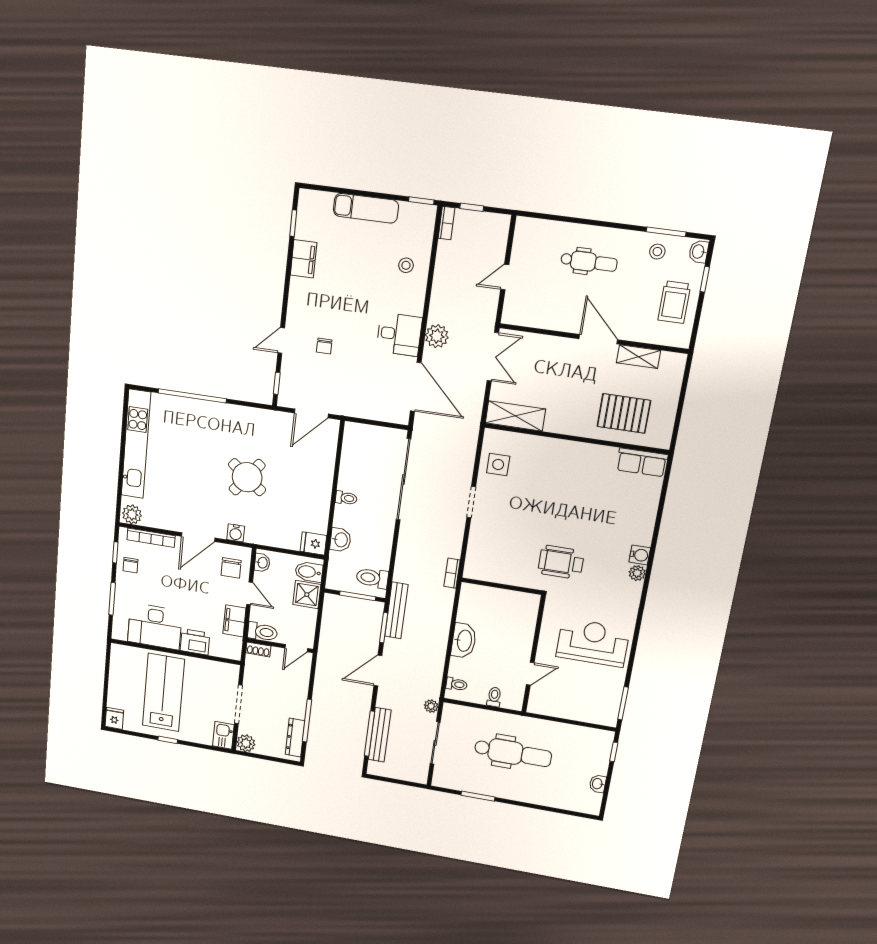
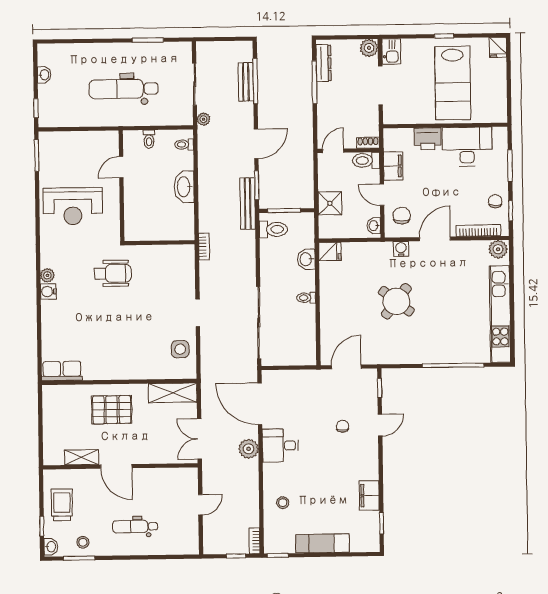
pallet: (624, 413) -> (112, 410), moved
bidet: (309, 572) -> (331, 225), removed
bench: (380, 735) -> (246, 82), width x0.73

